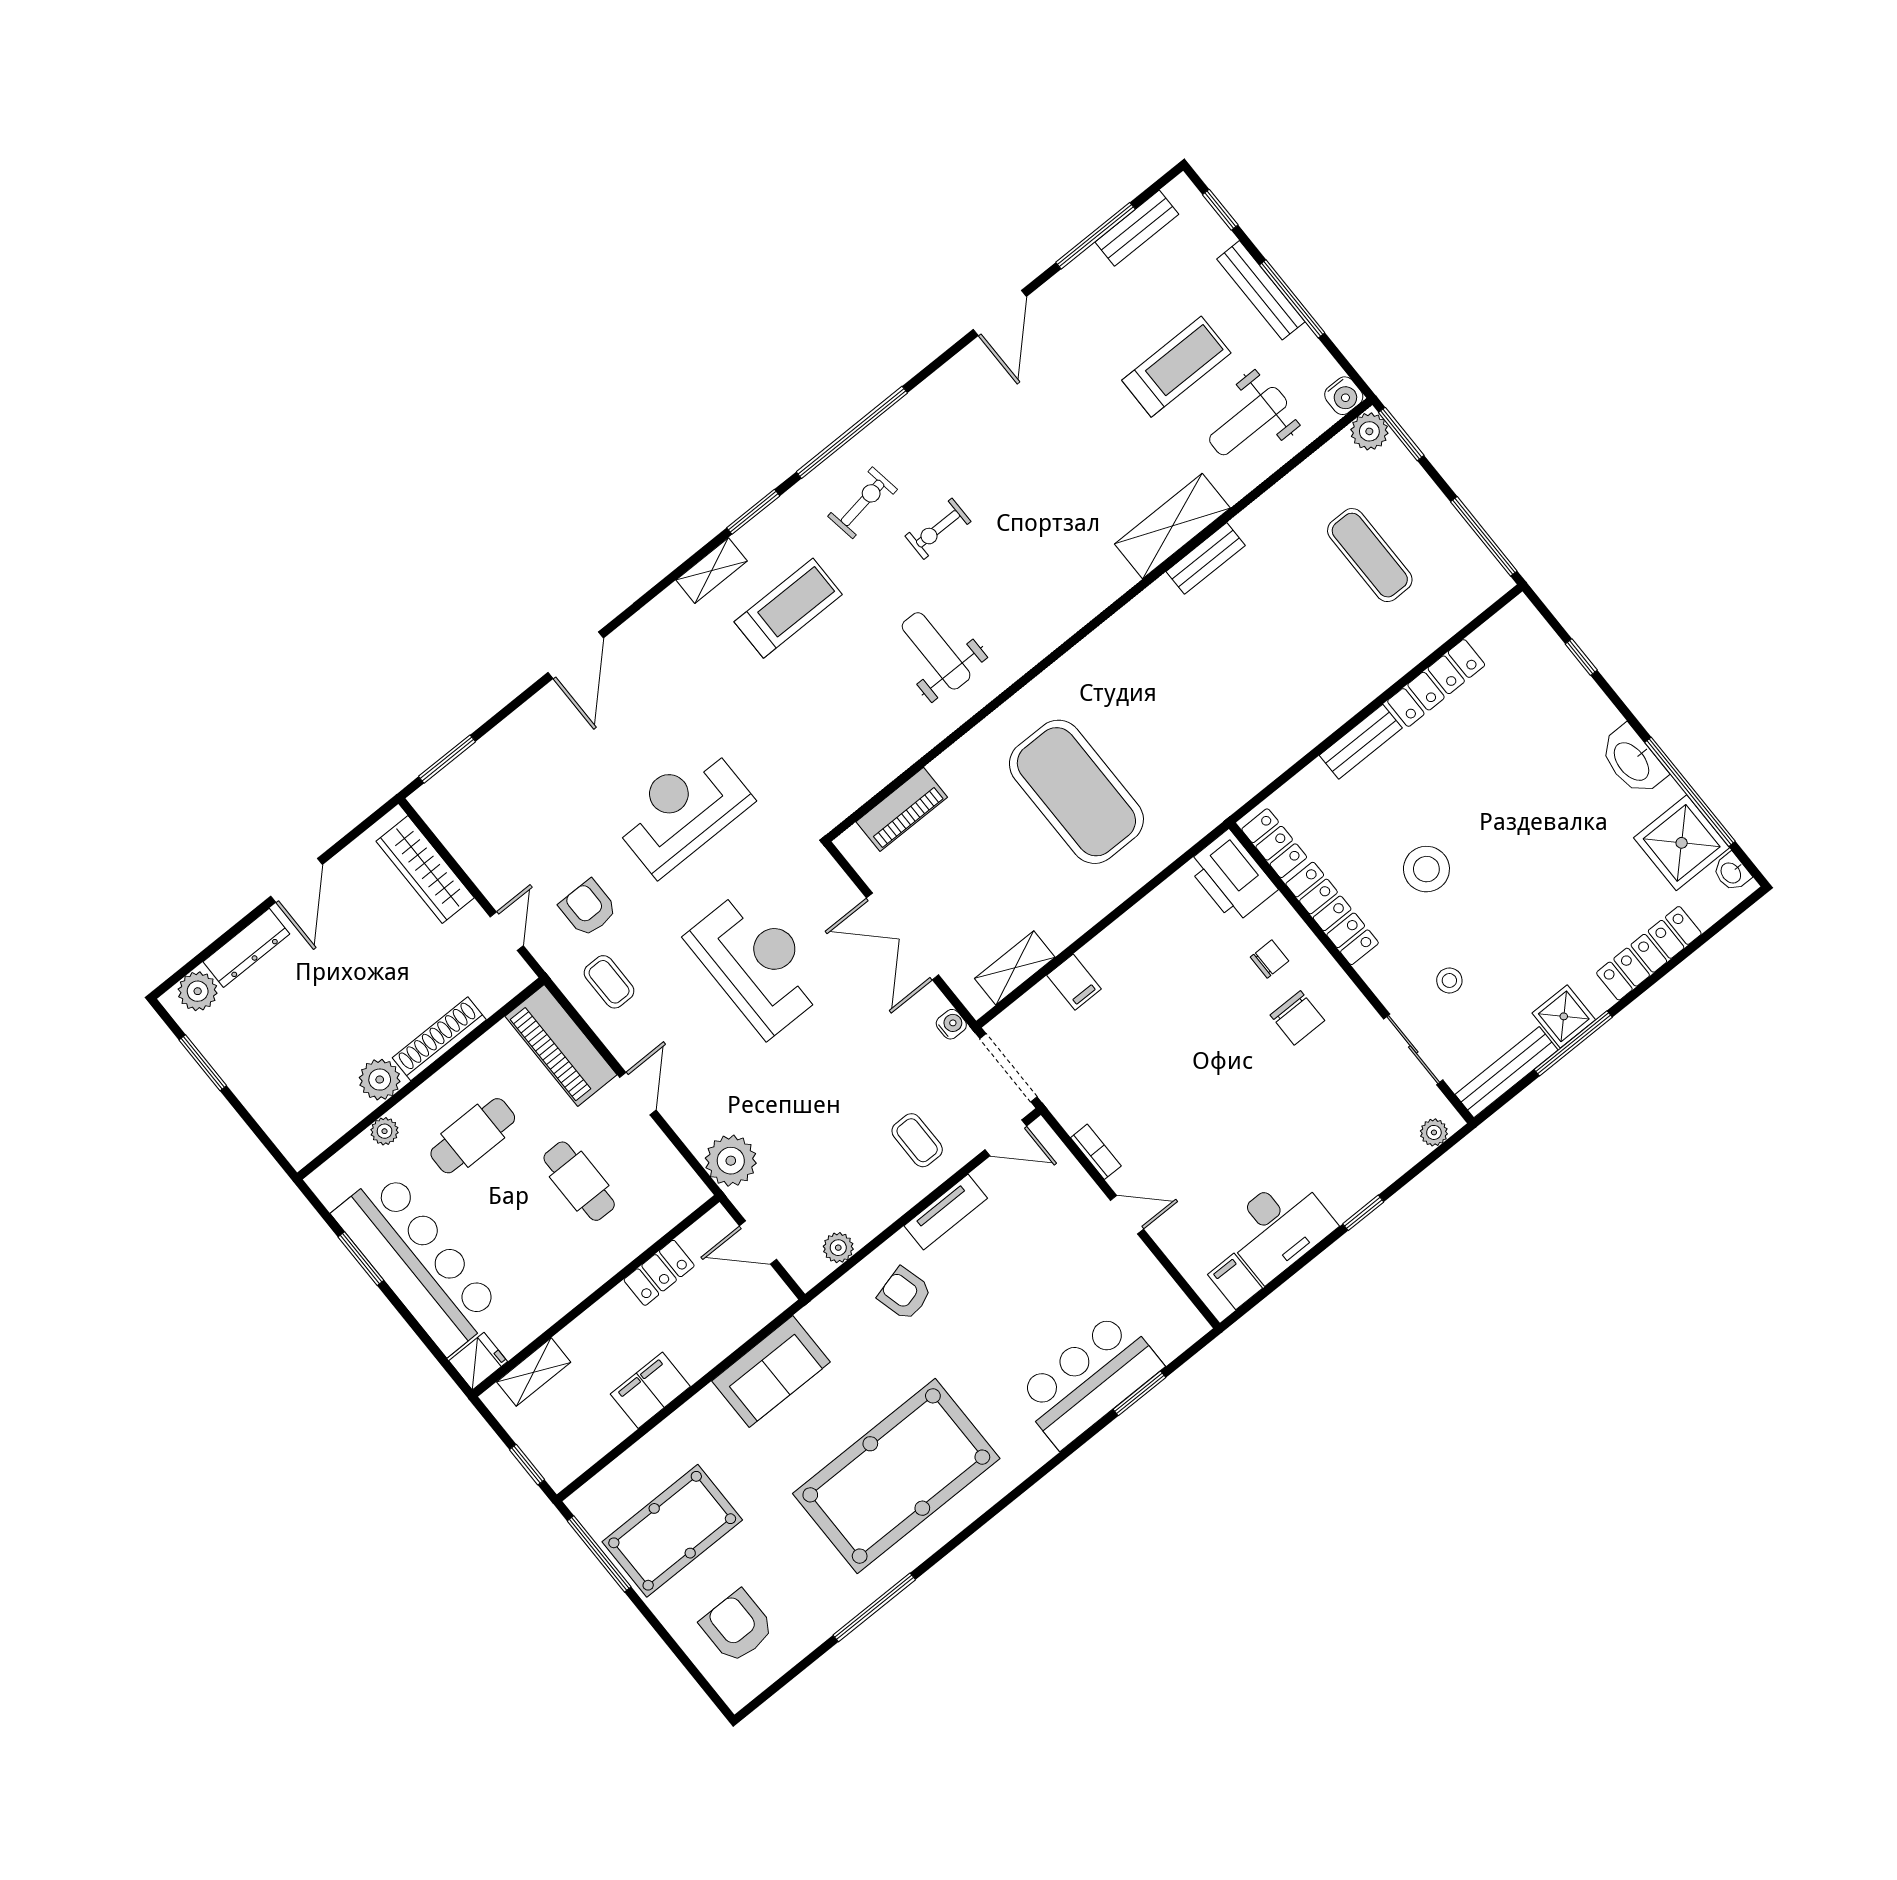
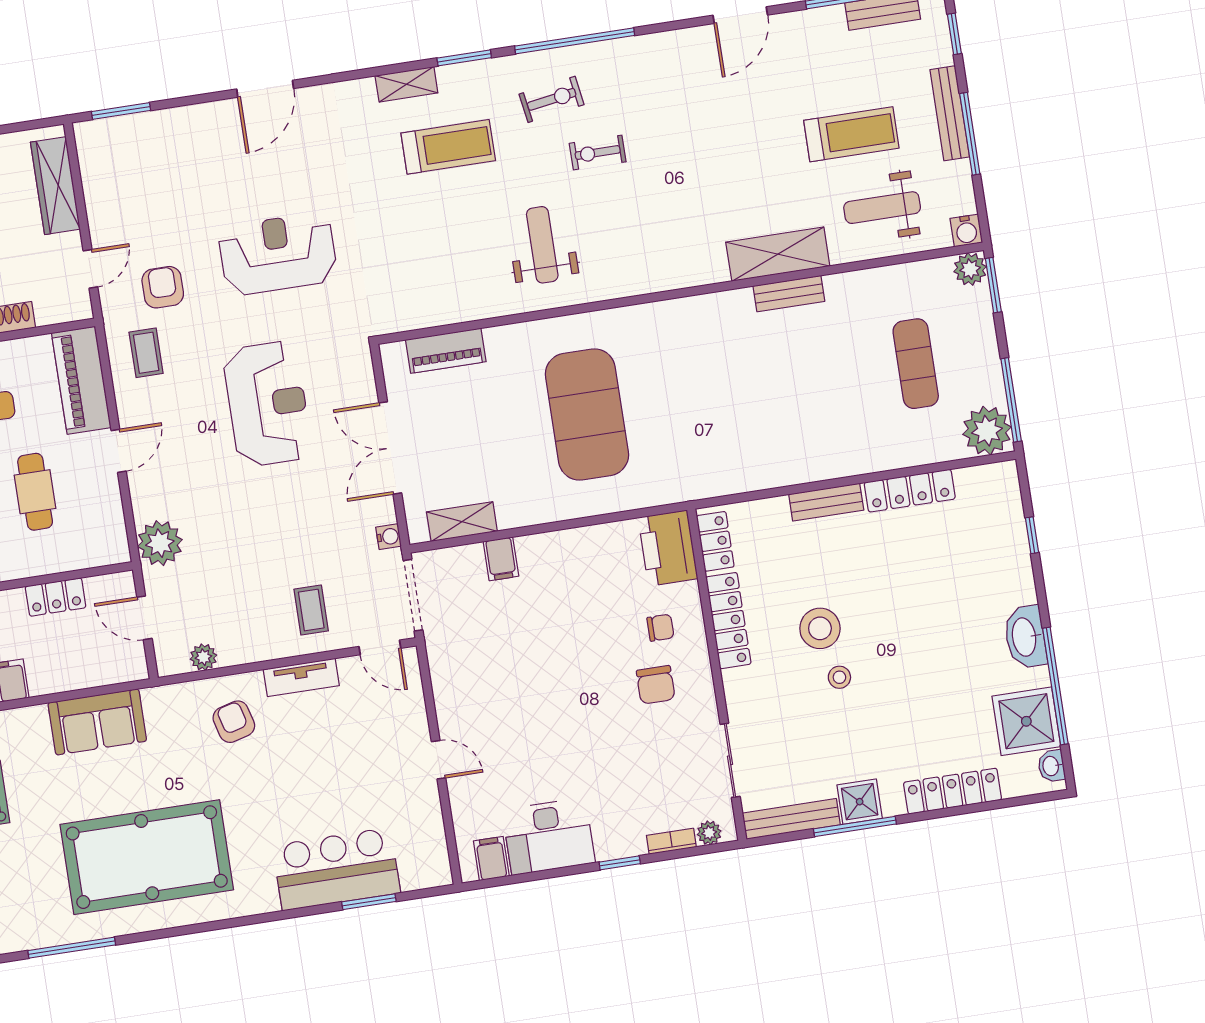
plant: (1478, 580) -> (987, 431), added
stool: (1449, 980) -> (839, 677), moved
bookcase: (1096, 1152) -> (671, 841), moved, turned -90

